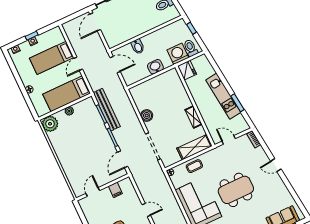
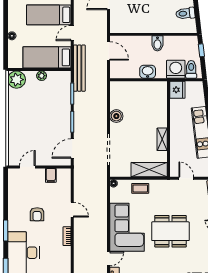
bidet: (138, 47) -> (157, 43), moved
bench: (107, 110) -> (79, 68), moved

